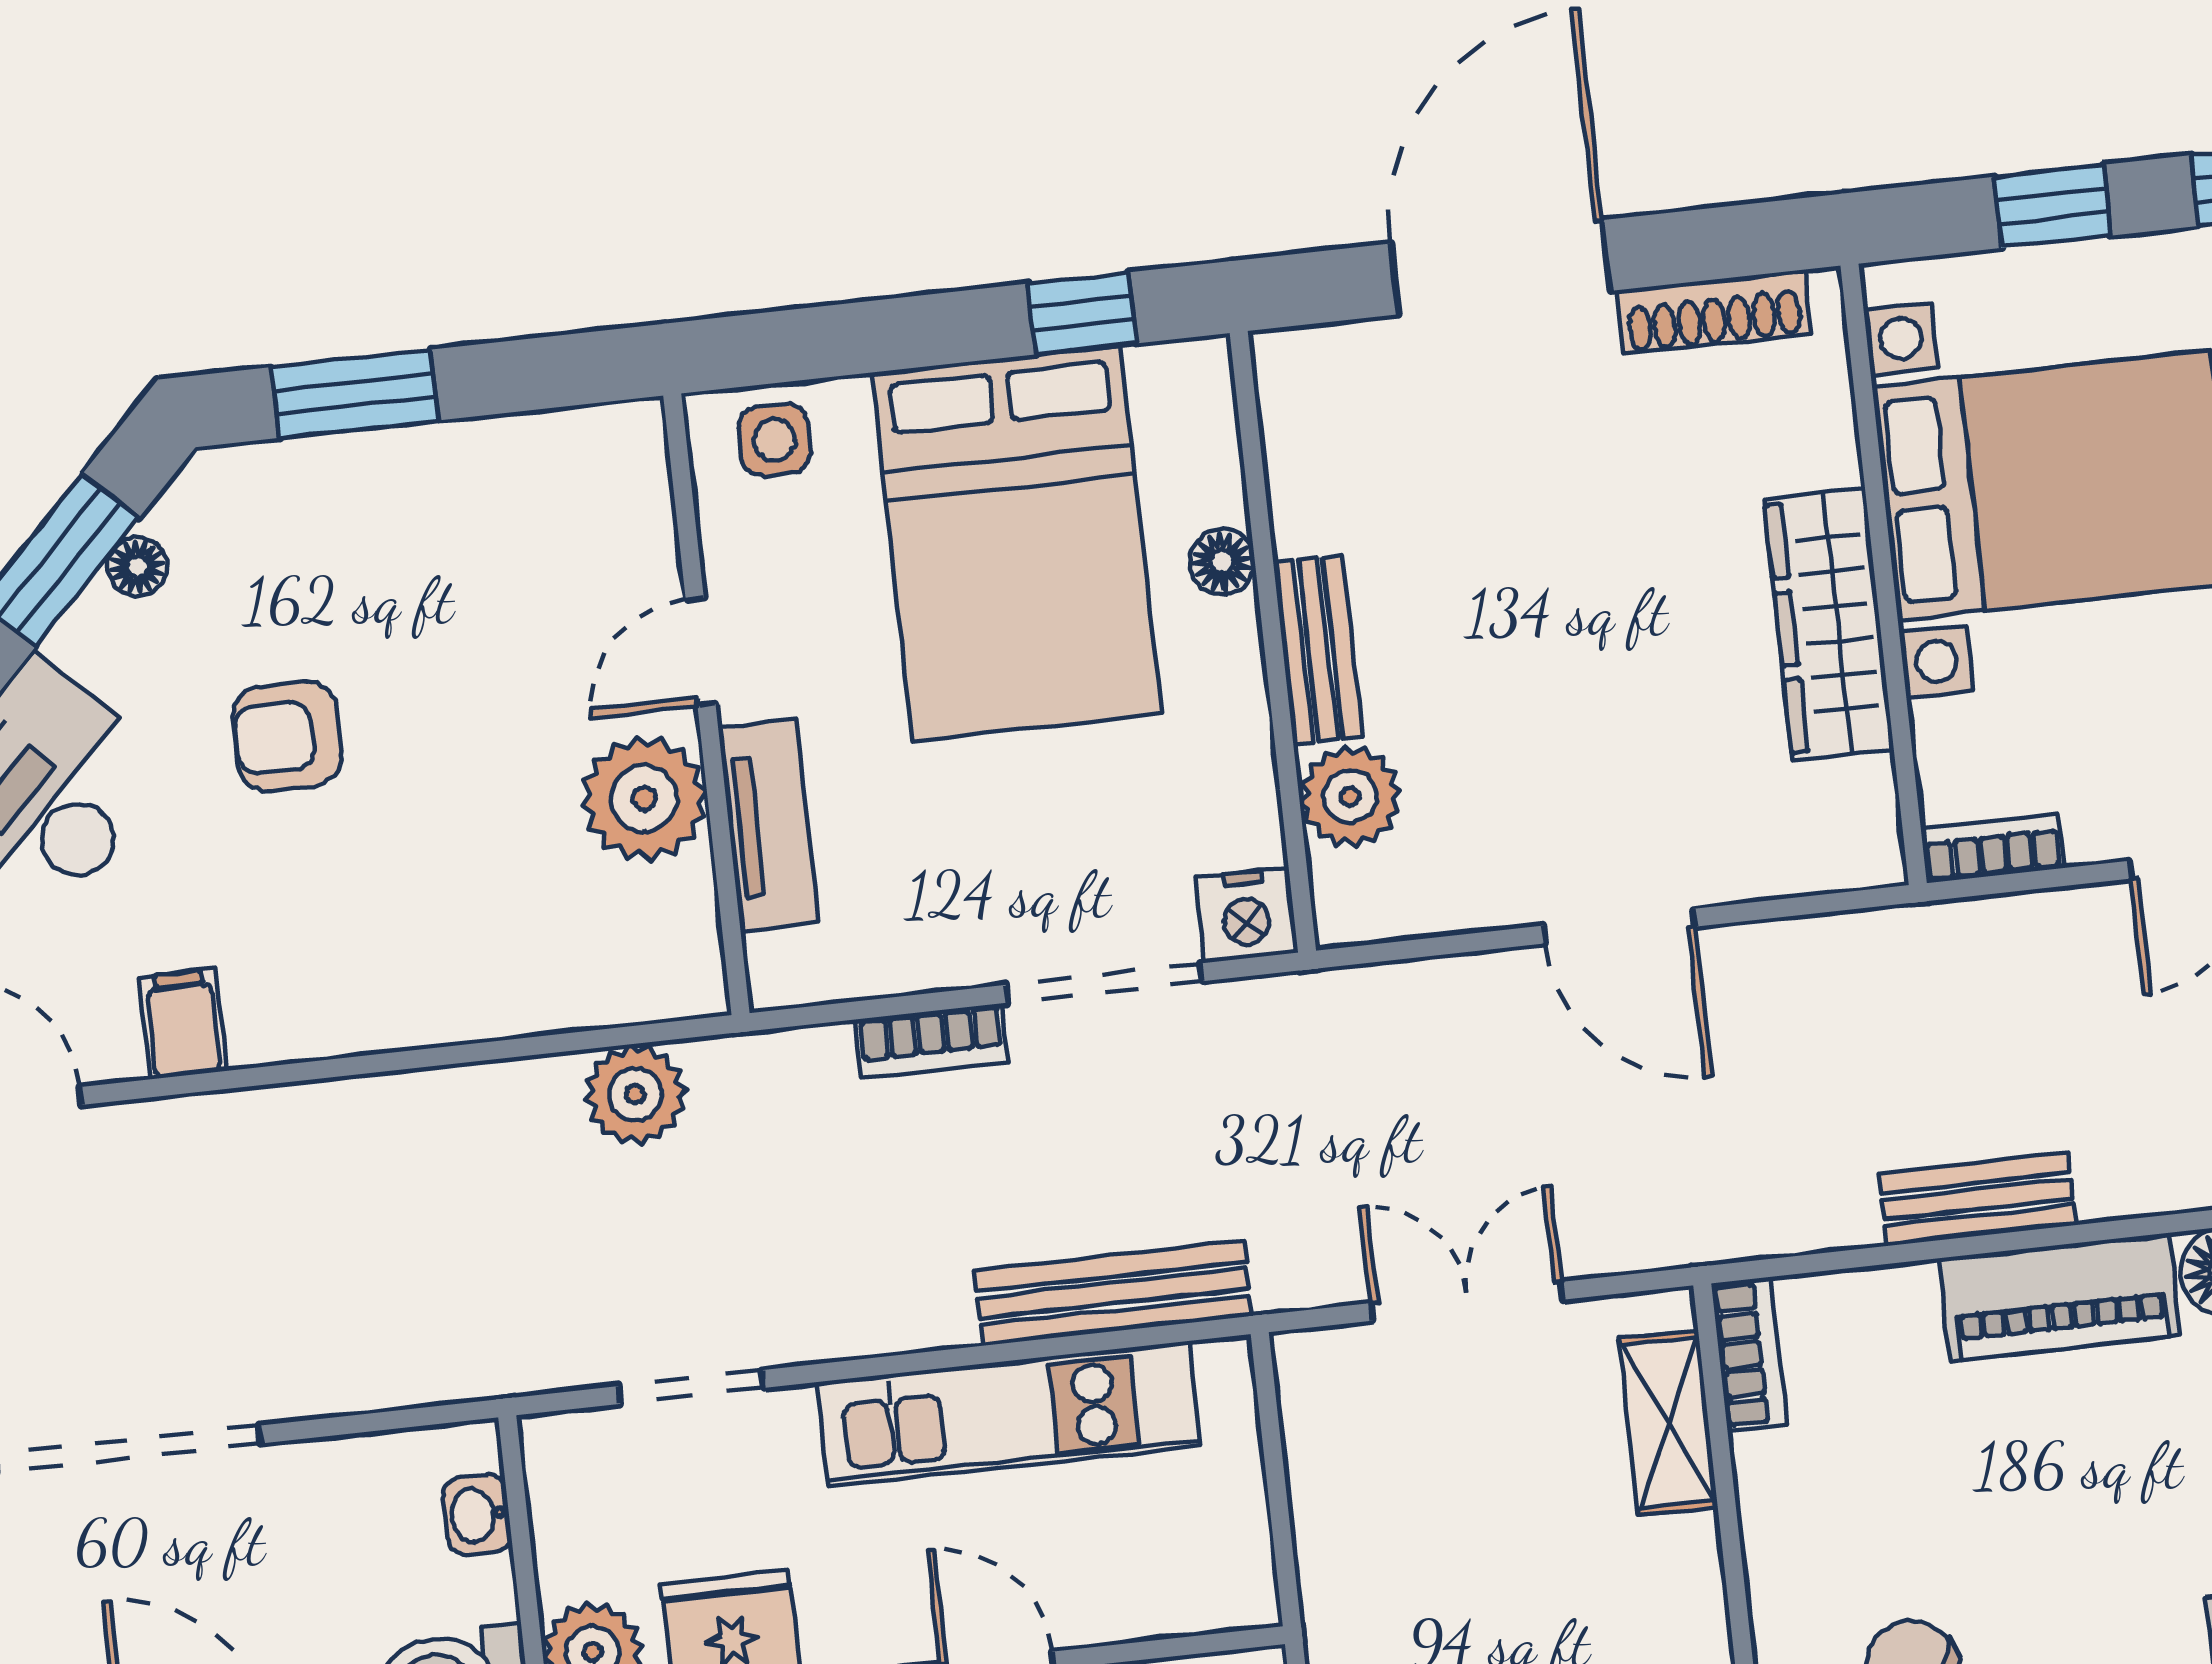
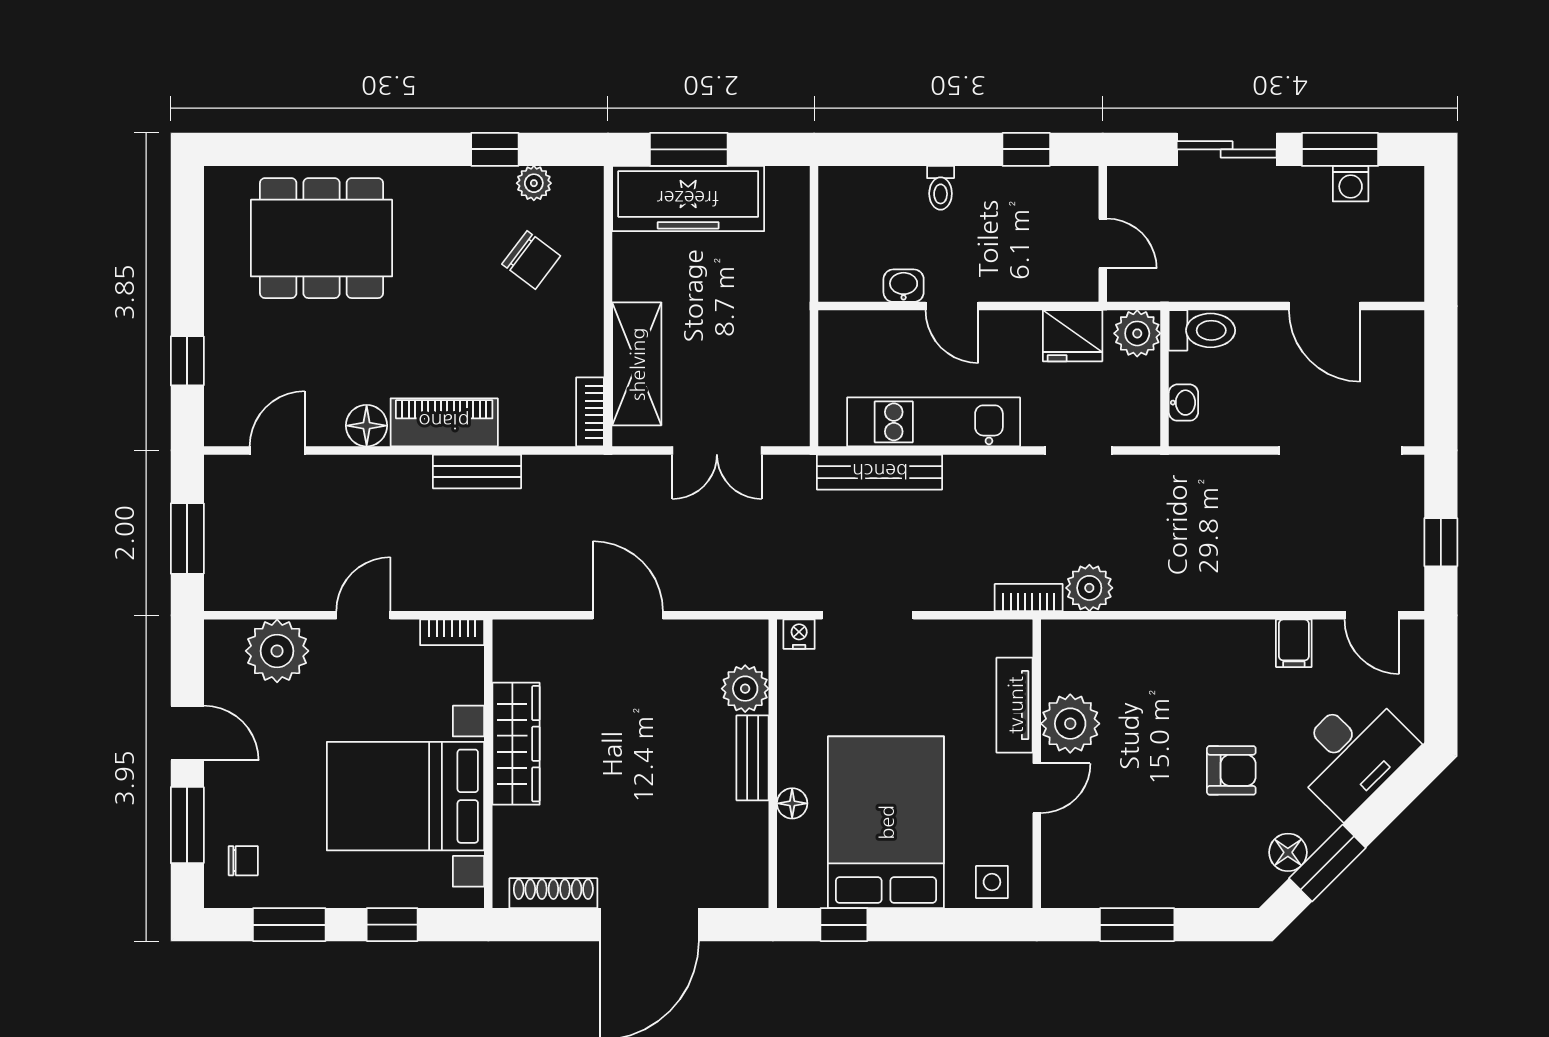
window: (355, 394) -> (1137, 925), moved
floor lamp: (137, 567) -> (1288, 852), width x1.37, depth x1.37
nightstand: (1246, 915) -> (799, 634), width x0.72, depth x0.74
bookcase: (931, 1041) -> (1029, 598), moved
shelving: (1668, 1423) -> (637, 364), width x1.50, depth x1.33

